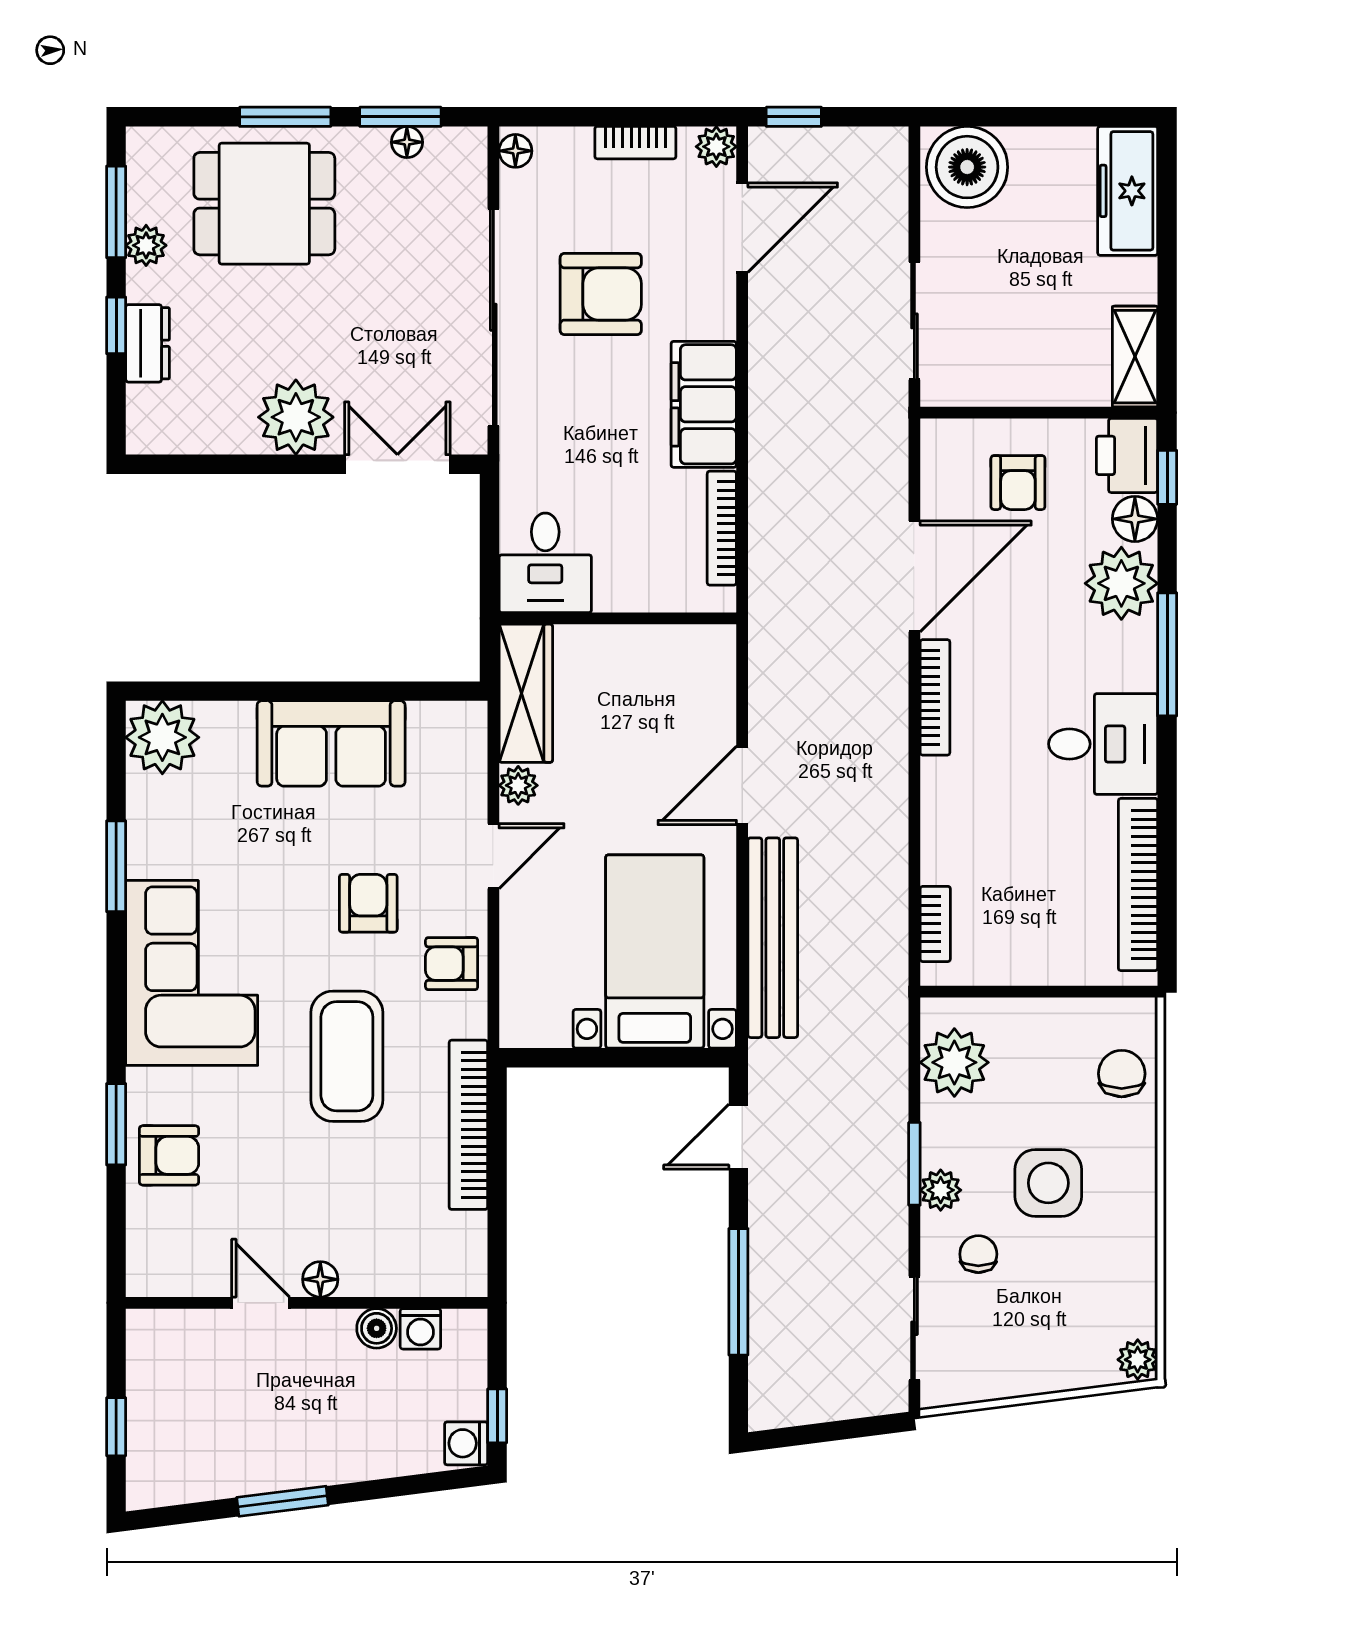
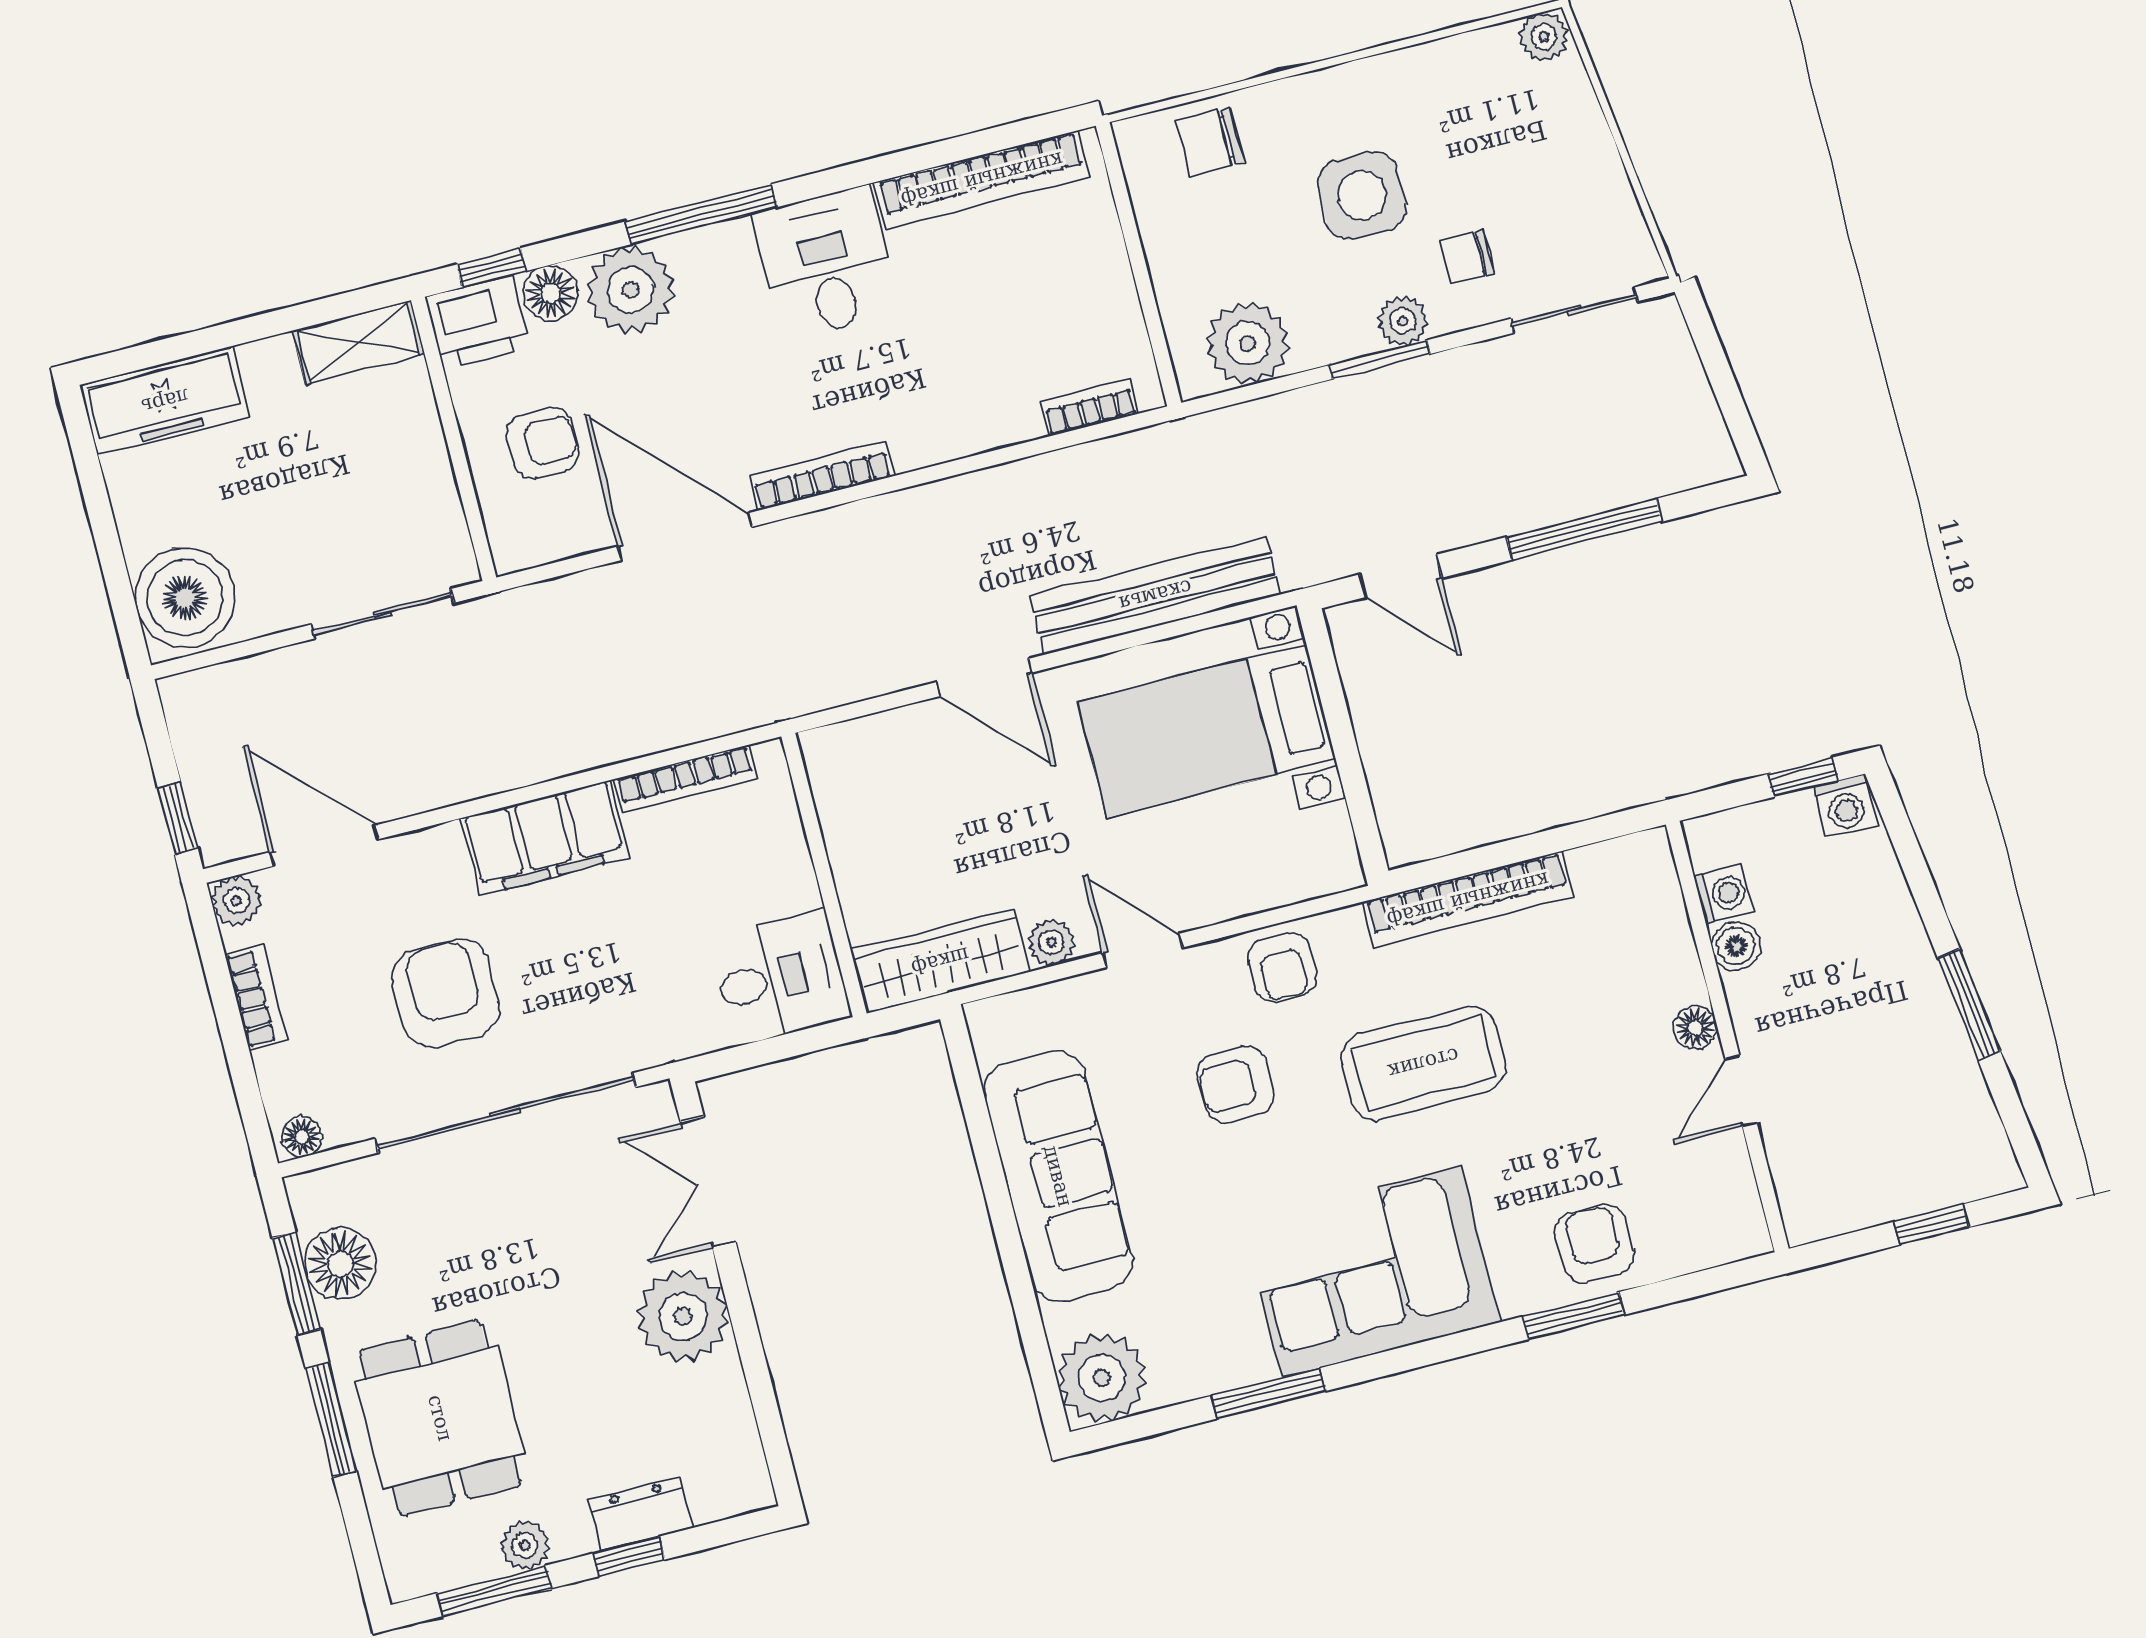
floor lamp: (407, 142) -> (340, 1264), width x1.89, depth x1.89
sofa: (331, 743) -> (1058, 1176), width x1.36

